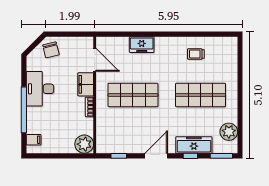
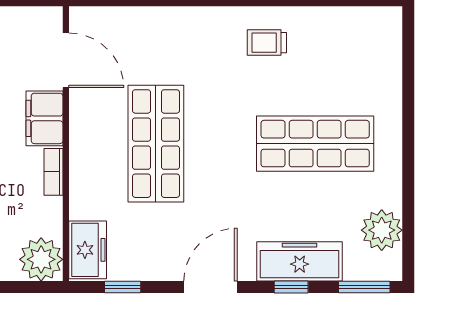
freezer: (142, 45) -> (88, 250), moved, turned -90
trolley: (196, 54) -> (267, 43), moved
shop shelf: (133, 95) -> (156, 144), turned 90

